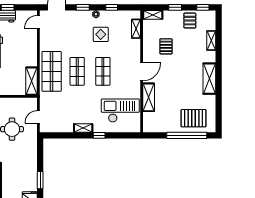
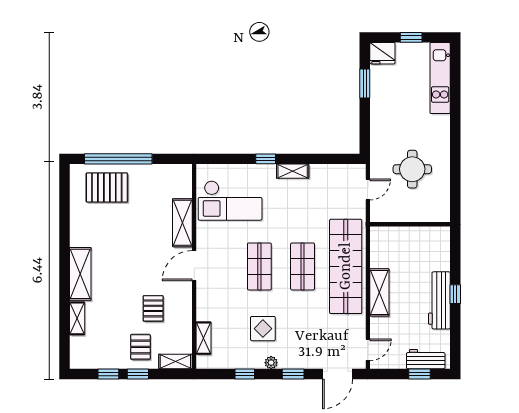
window: (203, 7) -> (108, 374), moved
pallet: (190, 21) -> (140, 347), moved
shop shelf: (52, 71) -> (346, 266), width x1.40
shelving: (209, 79) -> (80, 274), moved
shelving: (32, 81) -> (379, 292), moved

